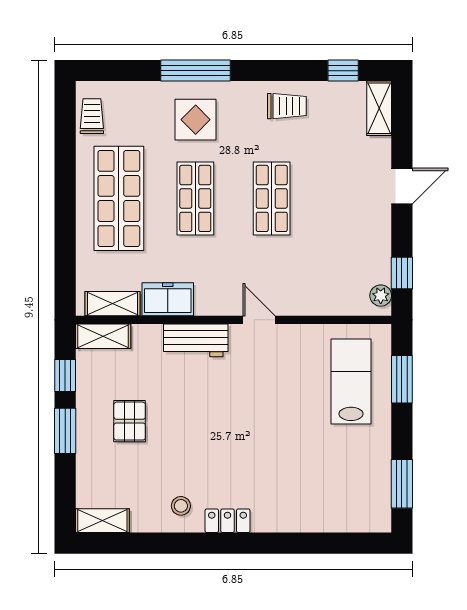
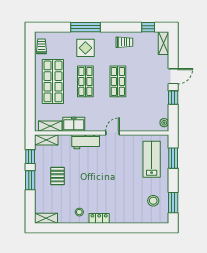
window: (402, 273) -> (173, 98), moved
door: (259, 320) -> (112, 133), hinge flipped
stool: (355, 479) -> (153, 201), added

